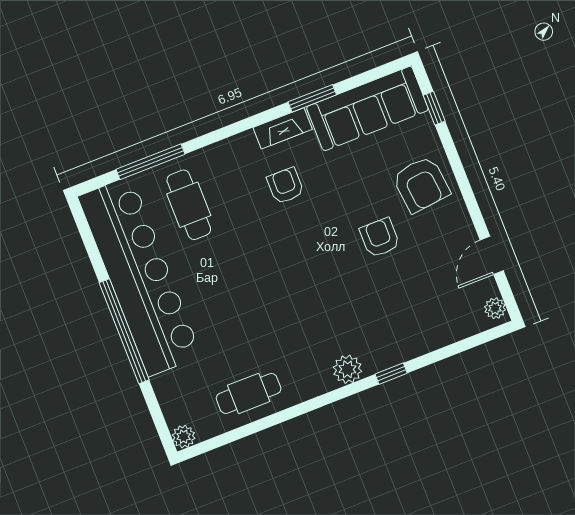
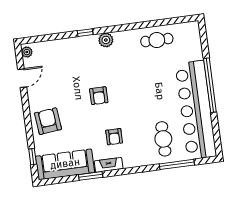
armchair: (380, 238) -> (99, 96), moved
plant: (184, 437) -> (194, 27), removed

